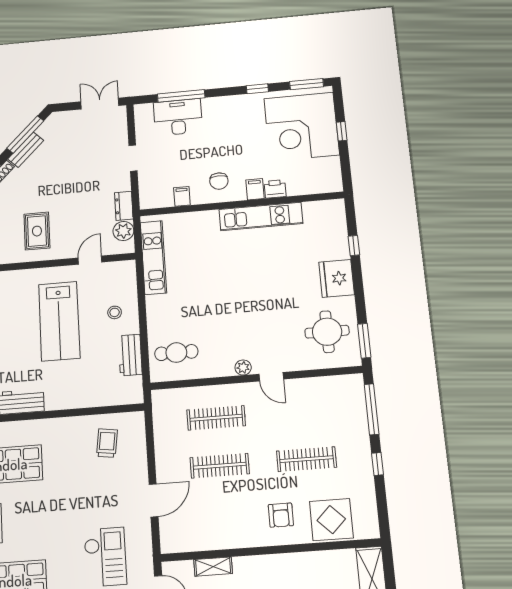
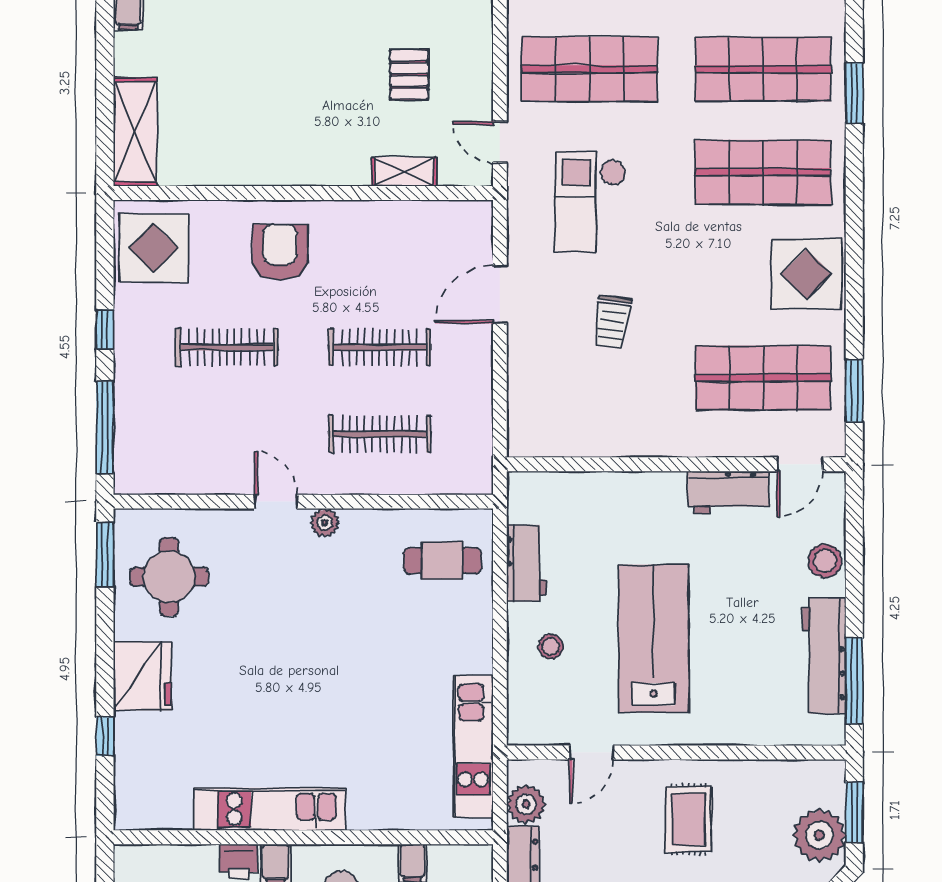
trolley: (107, 443) -> (612, 322), moved
armchair: (281, 515) -> (280, 252), width x1.38, depth x1.38
display table: (331, 520) -> (154, 248), moved

